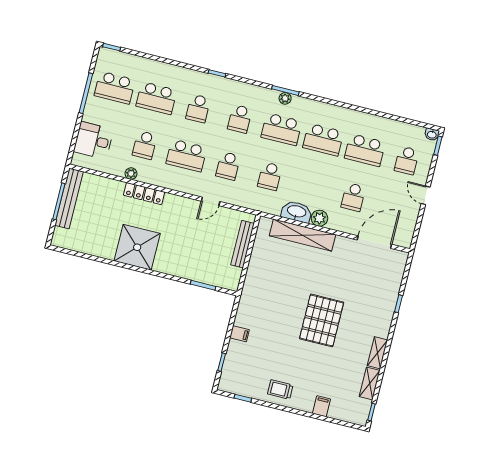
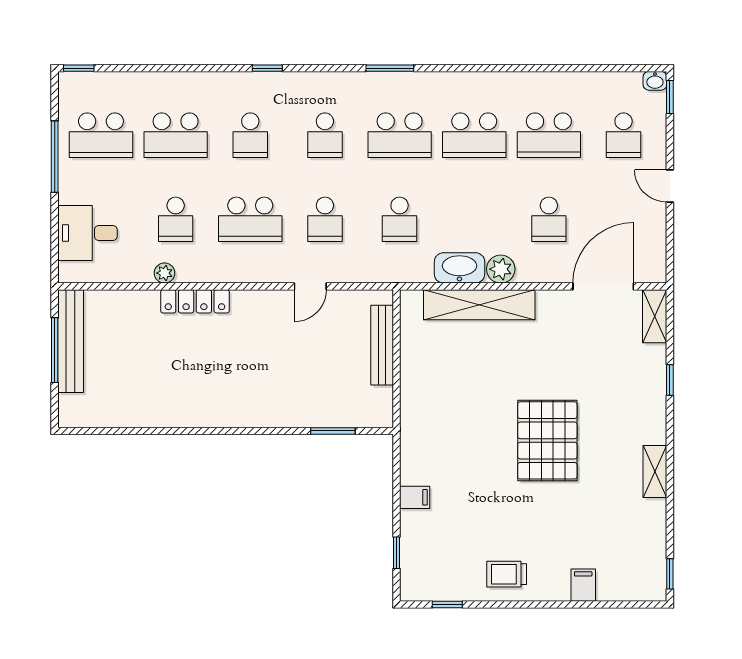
plant: (285, 98) -> (393, 82), removed
shower: (137, 247) -> (206, 395), removed
shelving: (370, 383) -> (655, 316), moved

